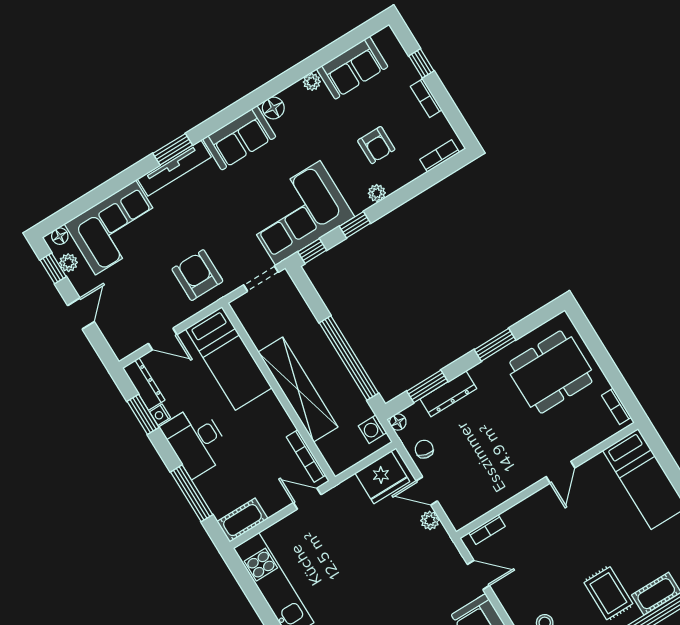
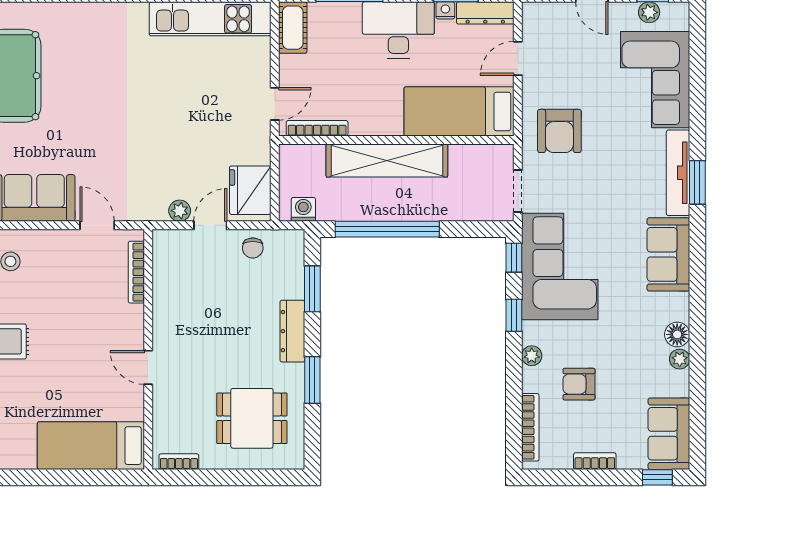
window: (421, 63) -> (657, 477), moved
sofa: (352, 68) -> (669, 434), moved
floor lamp: (273, 108) -> (677, 334), moved
bookcase: (440, 156) -> (530, 427), width x1.56
floor lamp: (60, 236) -> (680, 20), removed
armchair: (197, 275) -> (559, 131), turned 90
dining table: (551, 372) -> (252, 418), width x0.73
dresser: (448, 394) -> (292, 331), moved
floor lamp: (398, 422) -> (295, 239), removed
chair: (424, 449) -> (253, 248), turned 76
bookcase: (487, 530) -> (136, 272), width x1.56
door: (478, 575) -> (97, 225), swing flipped

